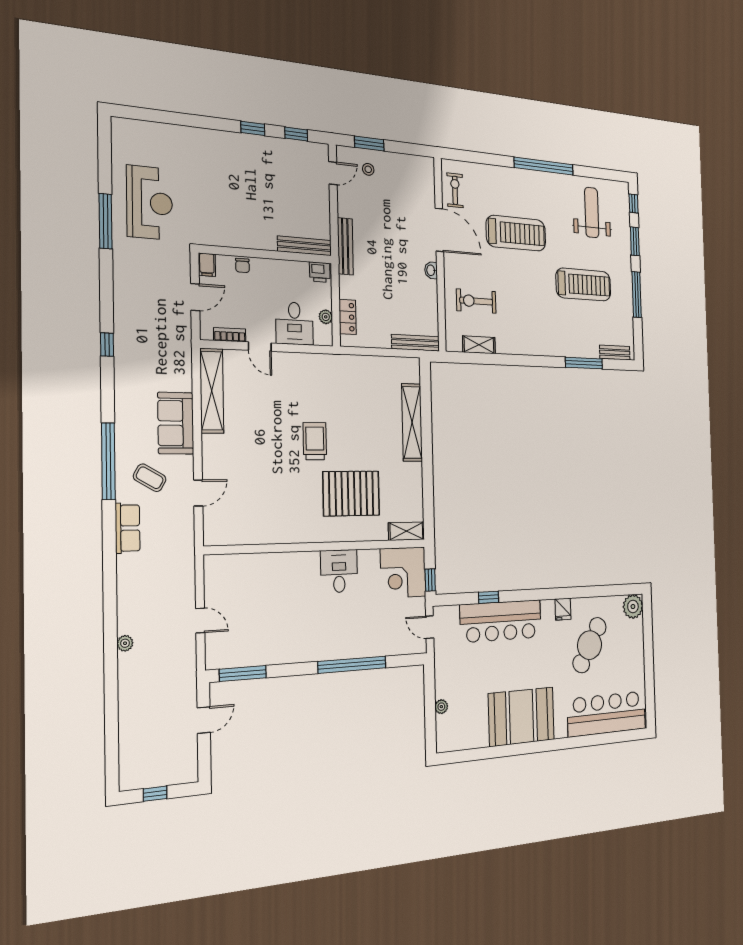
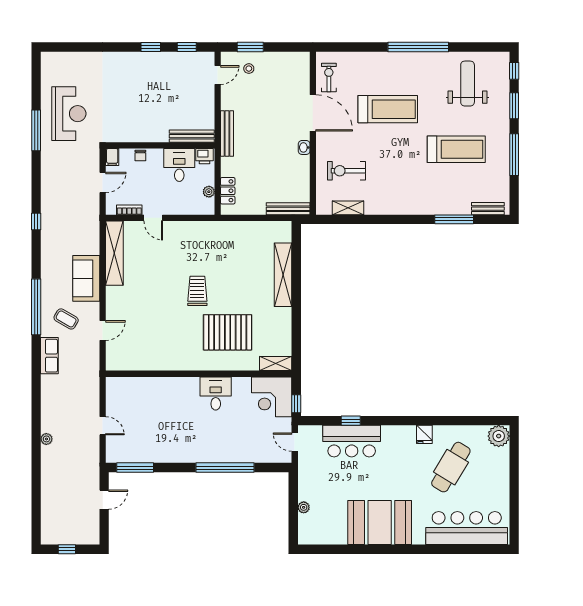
desk: (294, 323) -> (179, 165), moved, turned 180
bar counter: (501, 621) -> (352, 441), width x0.73

